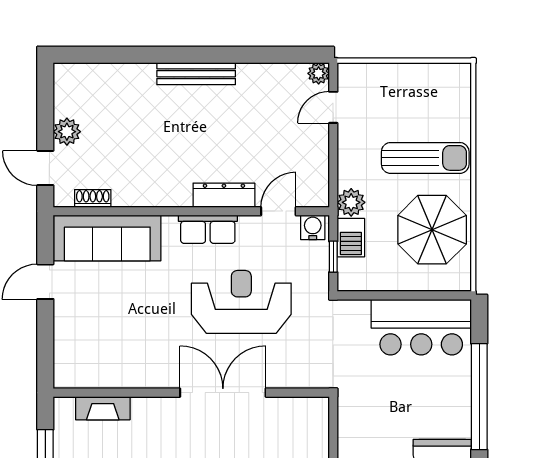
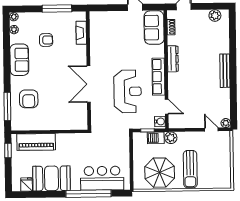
plant: (67, 132) -> (215, 16), moved
dresser: (224, 195) -> (173, 59), moved
row of seats: (208, 229) -> (158, 77), width x1.48
sofa: (107, 238) -> (154, 28), width x0.73
bar counter: (421, 327) -> (102, 178), moved, turned 90
double door: (223, 393) -> (89, 84), swing flipped

